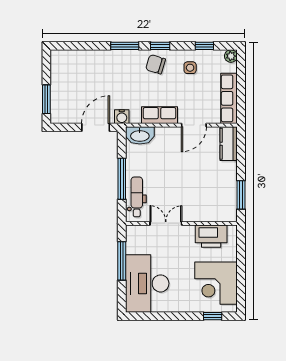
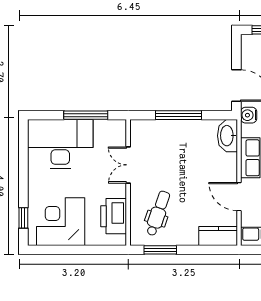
dental chair: (137, 197) -> (158, 213), moved, turned -71
double door: (166, 223) -> (128, 165), swing flipped

